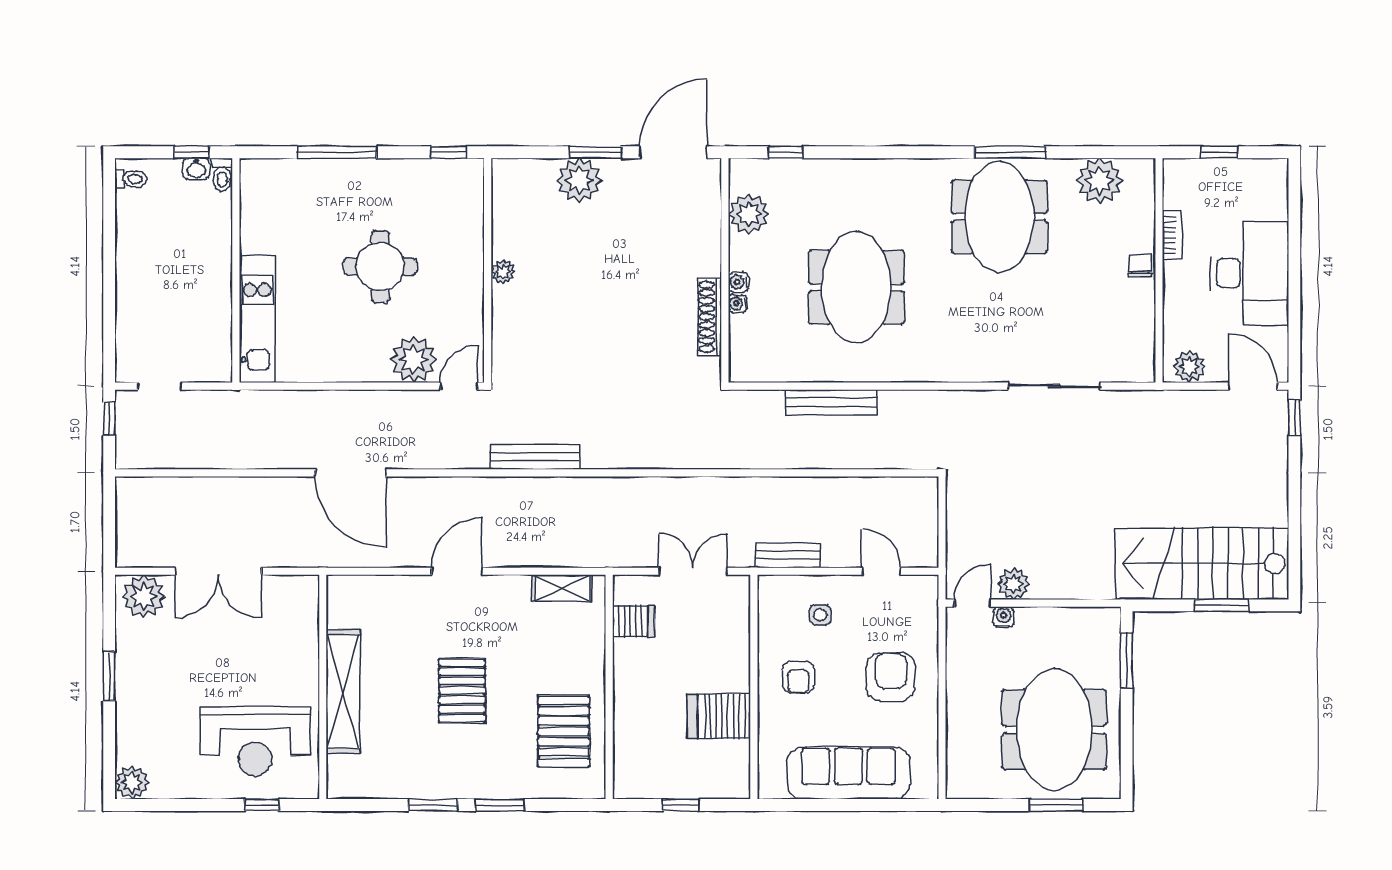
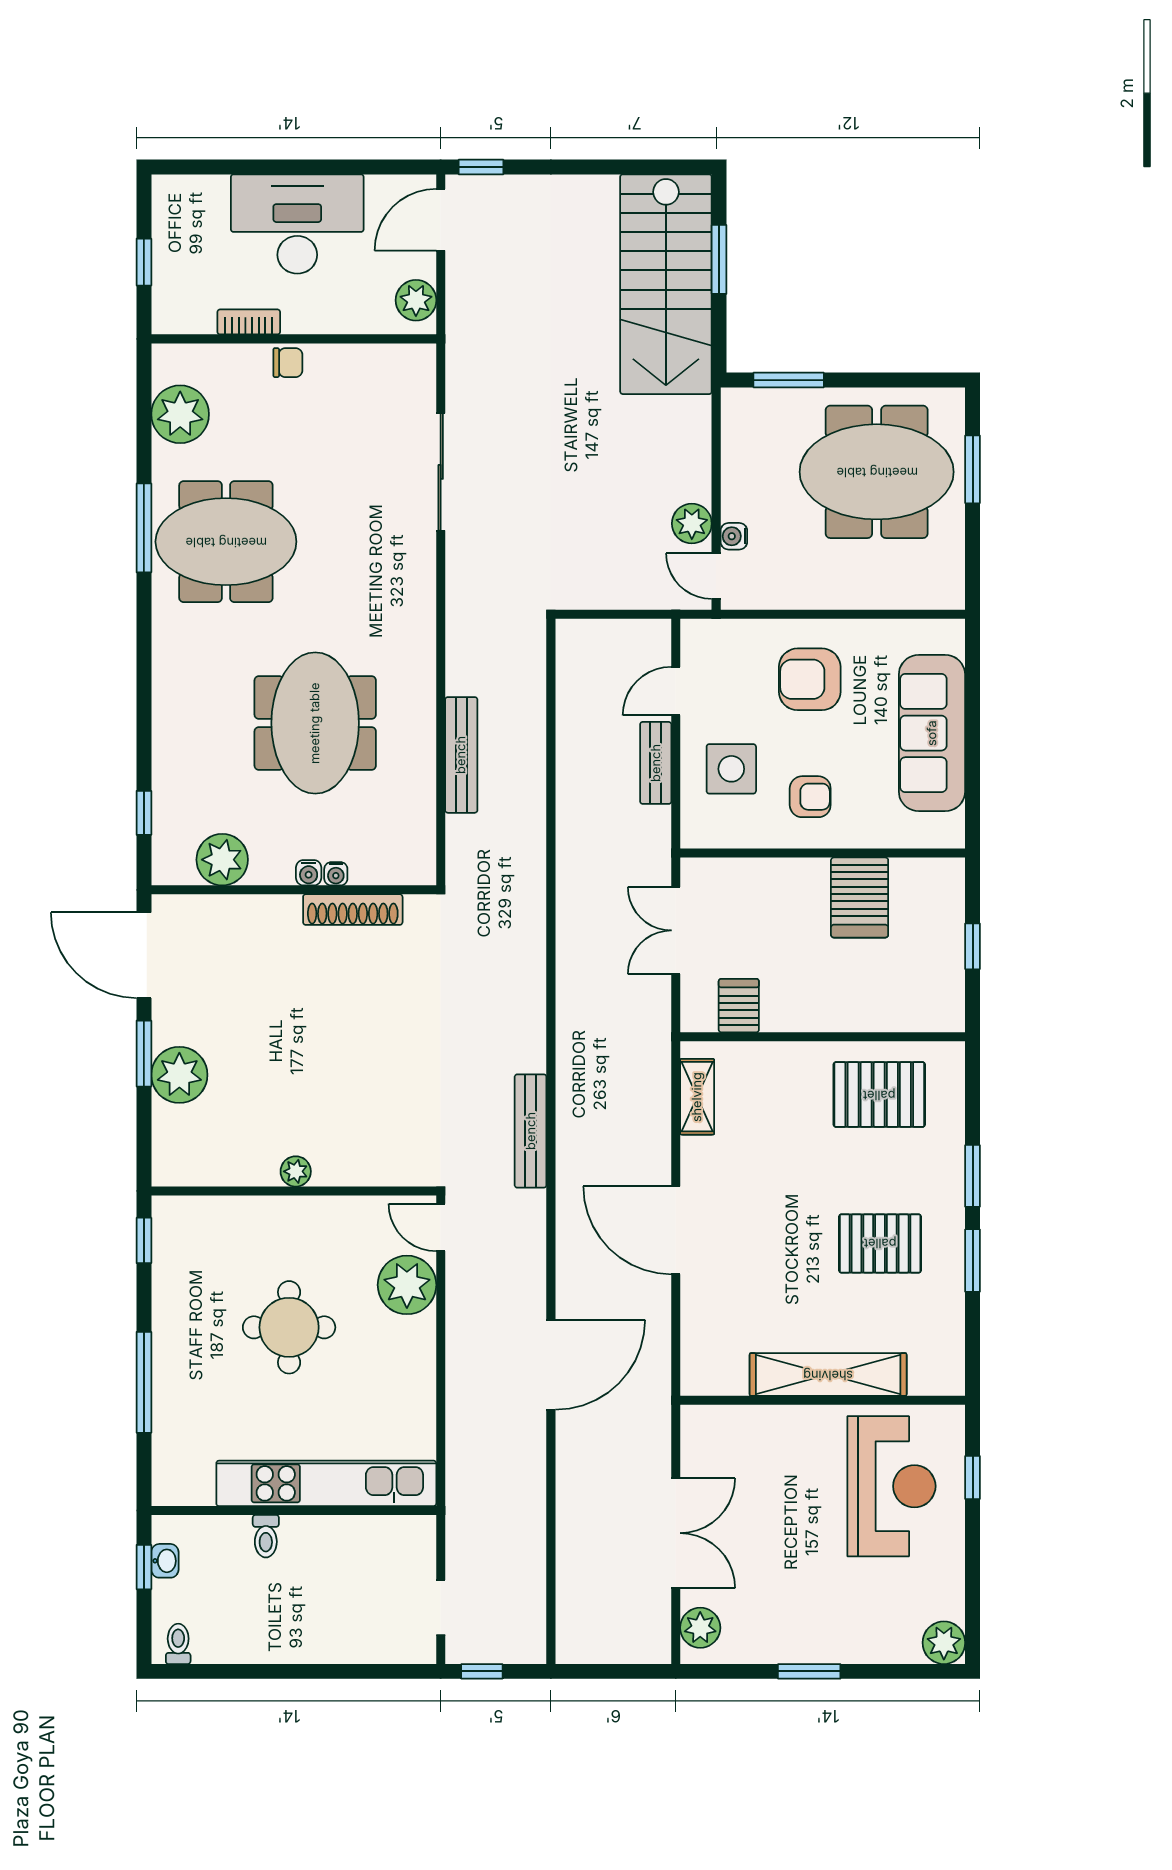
toilet: (222, 175) -> (266, 1536), moved, turned 90
chair: (1140, 266) -> (288, 363), turned 180
meeting table: (856, 287) -> (315, 723), turned 90
kitchen unit: (257, 319) -> (326, 1483), width x1.36
bench: (788, 555) -> (656, 763), moved
door: (457, 571) -> (676, 1230), width x1.36
plant: (144, 596) -> (700, 1628), width x0.73, depth x0.73
side table: (820, 615) -> (731, 769), width x1.87, depth x1.87
pallet: (462, 691) -> (880, 1243), moved

